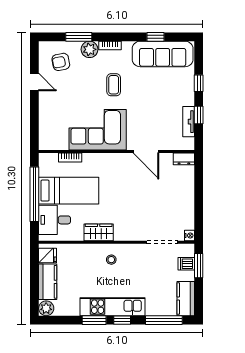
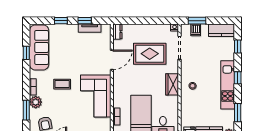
rug: (154, 202) -> (150, 54), added
wardrobe: (99, 232) -> (172, 84), moved
window: (94, 320) -> (238, 113), moved
window: (164, 320) -> (238, 47), width x0.46

